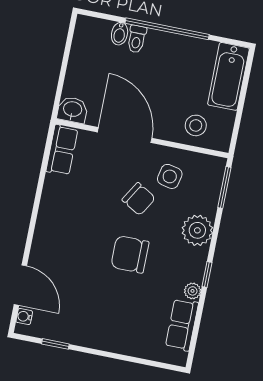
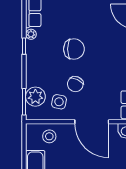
chair: (139, 199) -> (75, 84), turned -96
plant: (197, 230) -> (35, 97), moved

